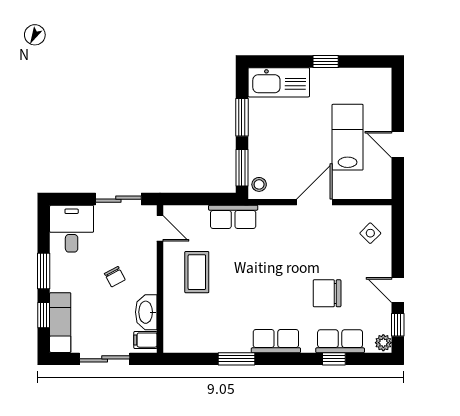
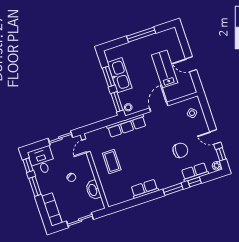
window: (326, 61) -> (141, 35), width x2.17
kitchen sink: (279, 82) -> (120, 75), moved, turned -90
row of seats: (233, 217) -> (127, 126), width x1.48
door: (160, 228) -> (86, 146), swing flipped
chair: (327, 293) -> (180, 150), turned 180
window: (44, 315) -> (28, 165), moved
filing cabinet: (145, 340) -> (97, 204), removed
row of seats: (276, 341) -> (145, 189), moved
window: (236, 359) -> (173, 189), moved

